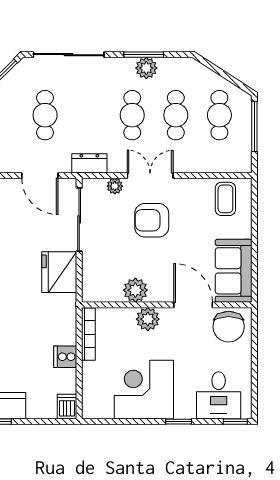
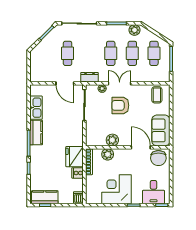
plant: (146, 68) -> (134, 30), moved
fridge: (59, 272) -> (75, 157), moved
plant: (148, 319) -> (108, 154), moved

